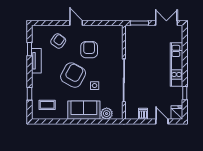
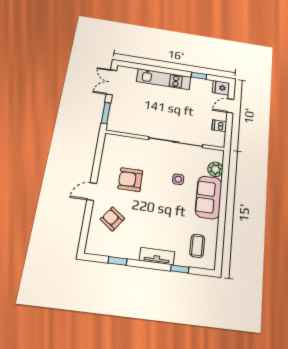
tv unit: (36, 61) -> (157, 256), moved
armchair: (73, 75) -> (161, 205), removed

